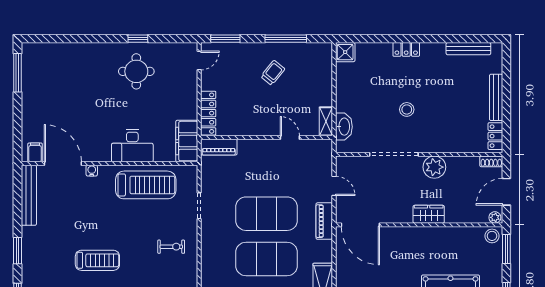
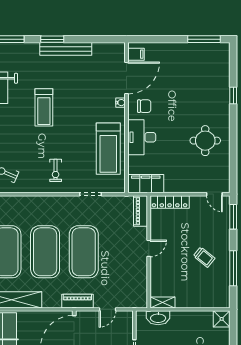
window: (138, 39) -> (233, 96), moved
door: (290, 137) -> (149, 248), moved
chair: (96, 143) -> (144, 106), added
bench: (29, 195) -> (66, 49), moved

